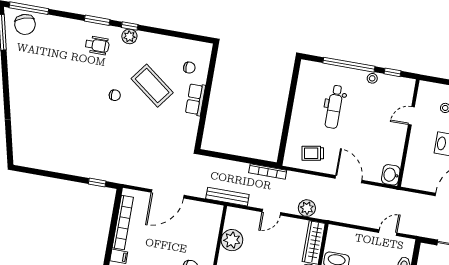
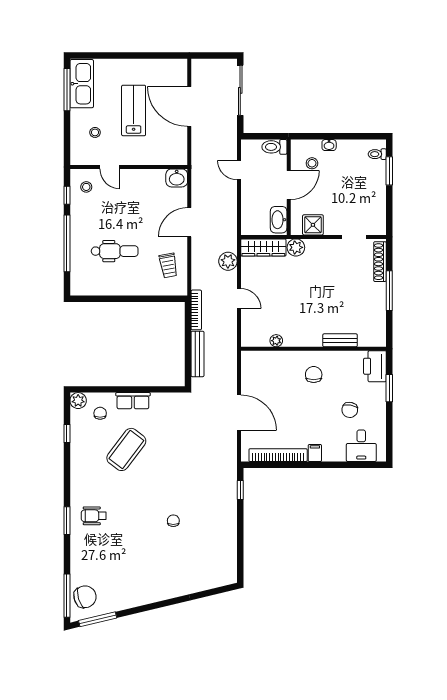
window: (130, 26) -> (67, 434), moved
plant: (129, 36) -> (78, 401), moved
wheelchair: (97, 45) -> (94, 516), turned -90
stool: (372, 78) -> (86, 187), moved
chair: (115, 95) -> (173, 521), moved
bench: (227, 197) -> (198, 354), moved
plant: (232, 240) -> (276, 341), width x0.53, depth x0.53

